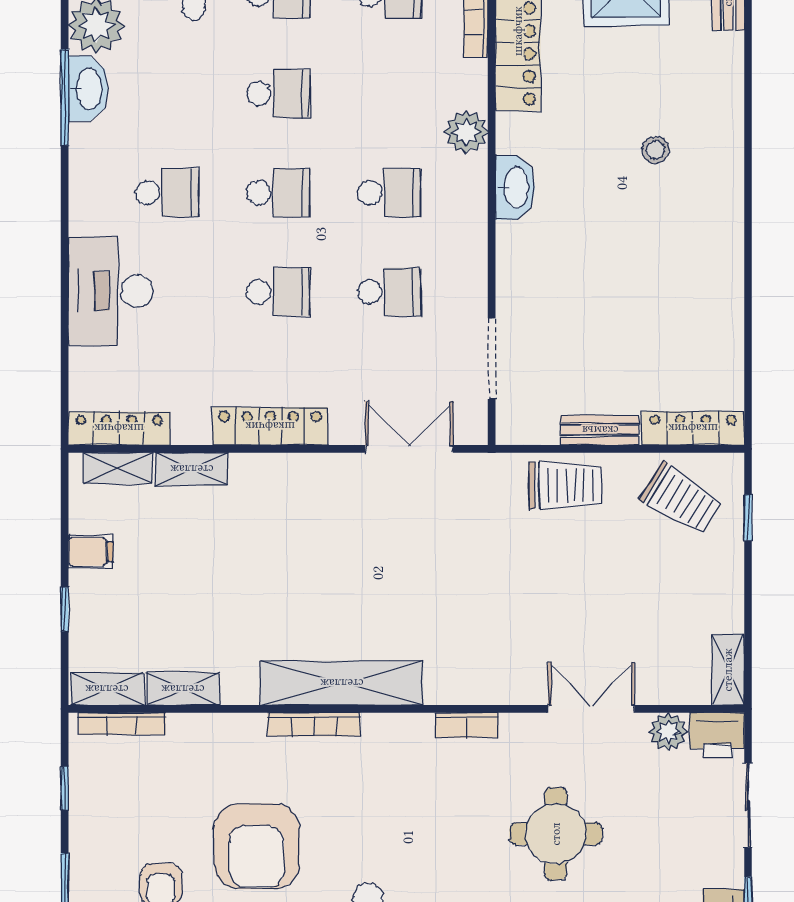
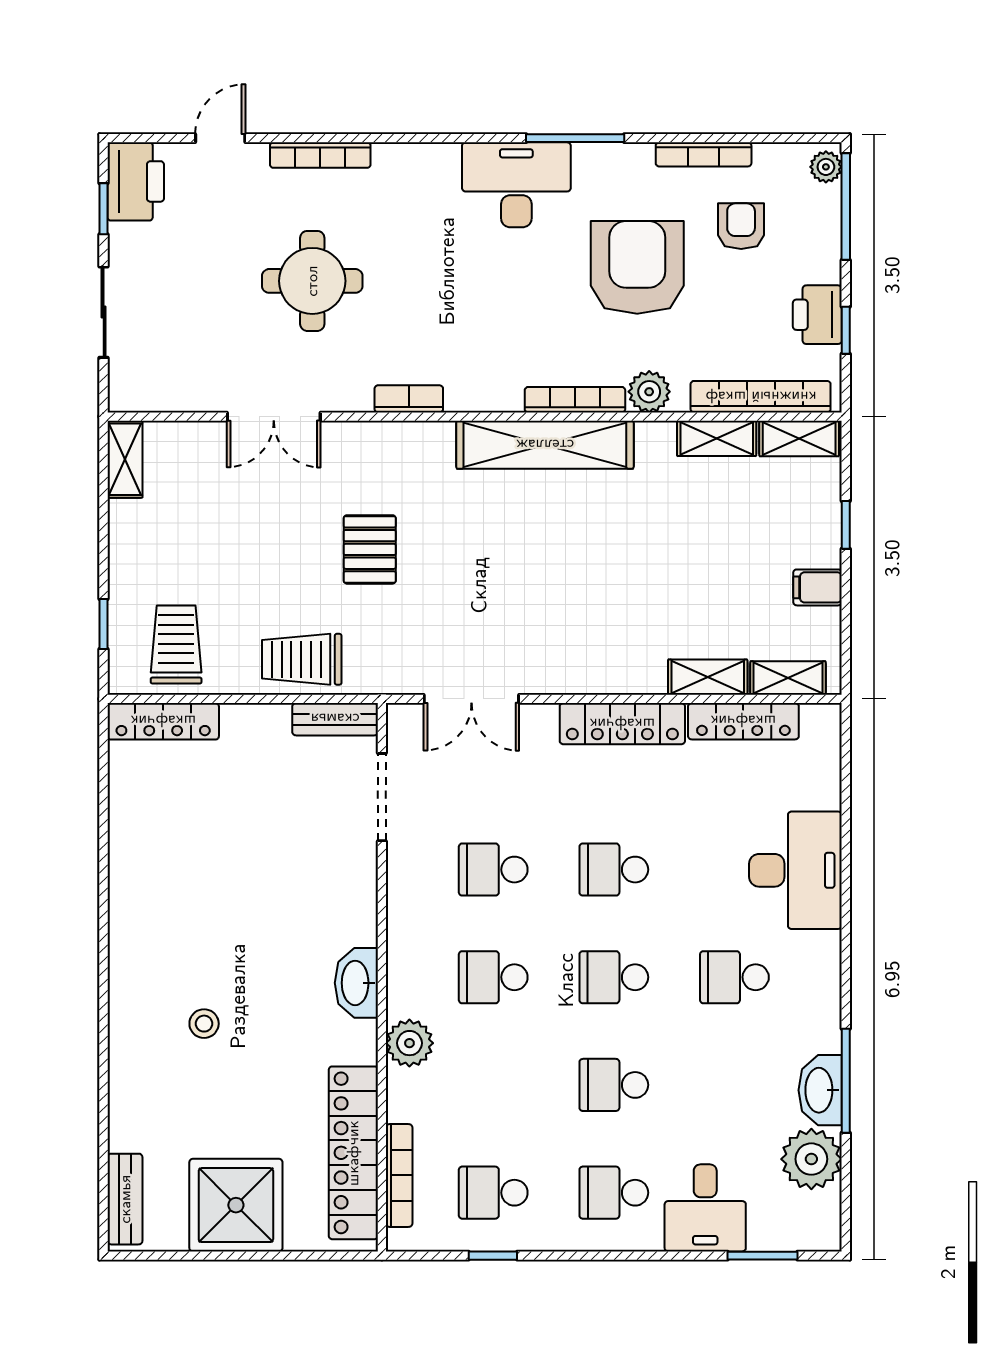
locker: (119, 428) -> (743, 721), moved
bench: (600, 430) -> (335, 719), moved
trolley: (681, 499) -> (176, 644), turned 58
pallet: (503, 587) -> (370, 549), added
bookcase: (122, 724) -> (761, 397), width x1.48, depth x1.31
plant: (668, 732) -> (649, 392), moved
printer: (717, 735) -> (817, 315), moved, turned -90

